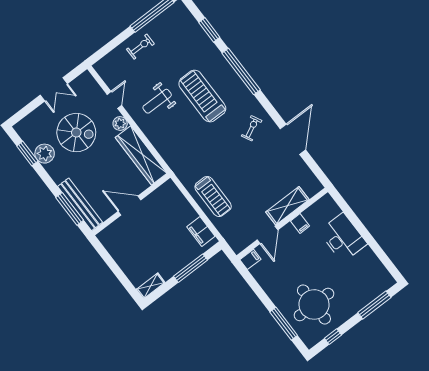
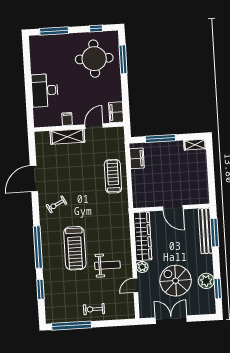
double door: (54, 89) -> (171, 320), width x1.37
filing cabinet: (250, 259) -> (116, 112), width x2.00

